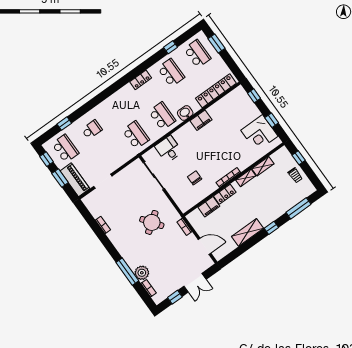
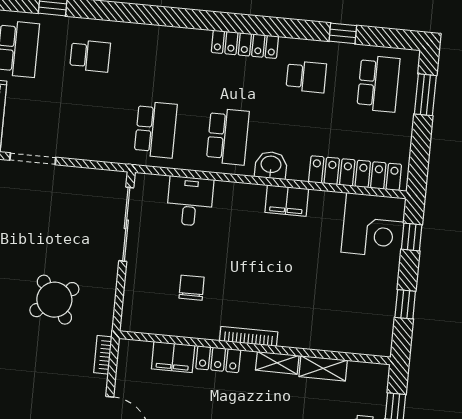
school desk: (171, 73) -> (306, 77), width x0.54
locker: (141, 80) -> (245, 44), width x1.53
corner desk: (259, 133) -> (374, 225), moved, turned -90

